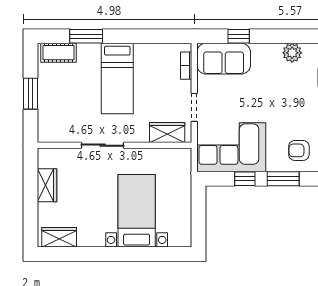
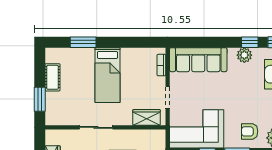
window: (239, 36) -> (250, 42), moved
cot: (58, 53) -> (52, 77), moved, turned 90
sofa: (224, 59) -> (198, 60), width x1.36
window: (30, 94) -> (40, 99), moved

